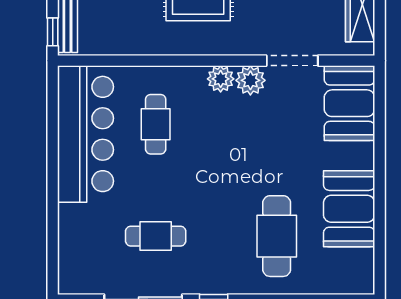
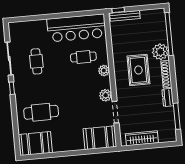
plant: (221, 79) -> (104, 71), moved
booth: (349, 209) -> (35, 144), moved

